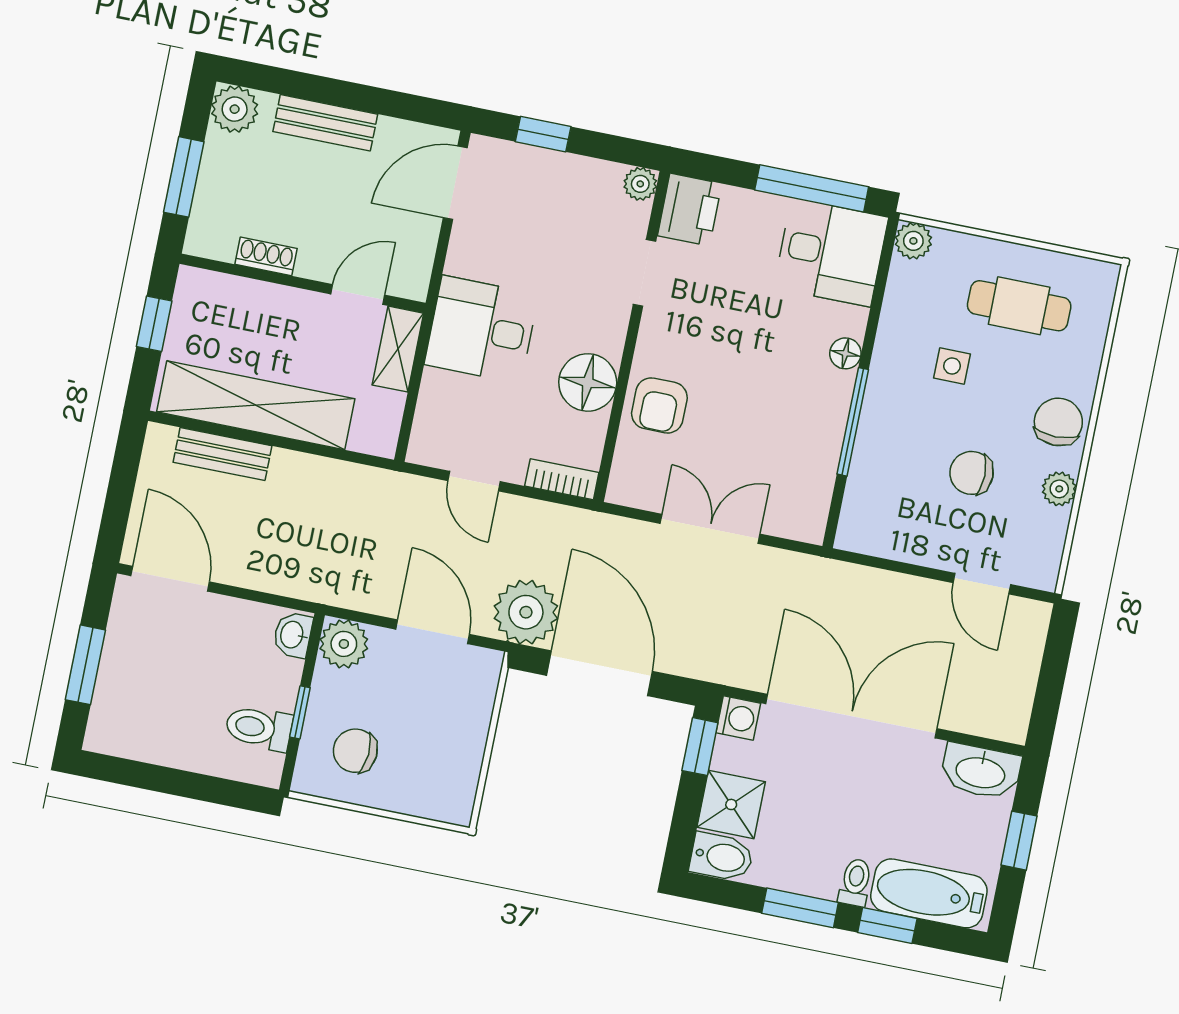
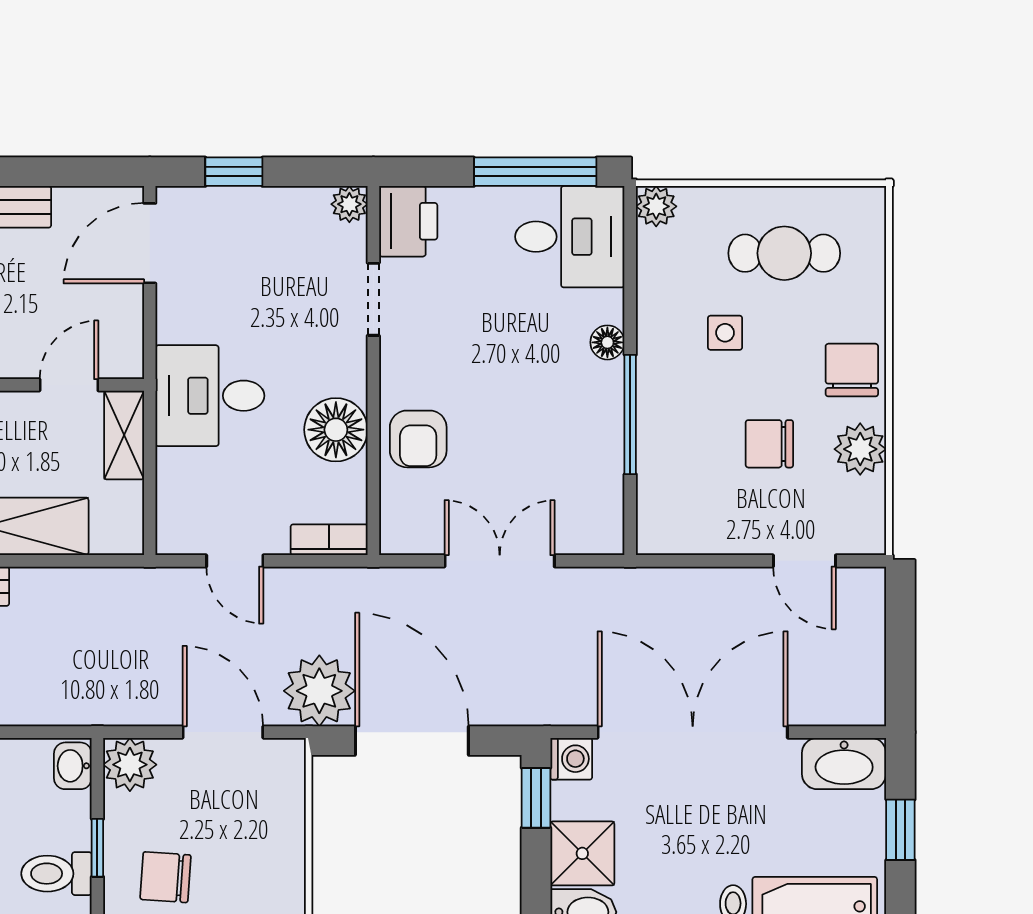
plant: (1059, 489) -> (860, 449), width x1.38, depth x1.38

